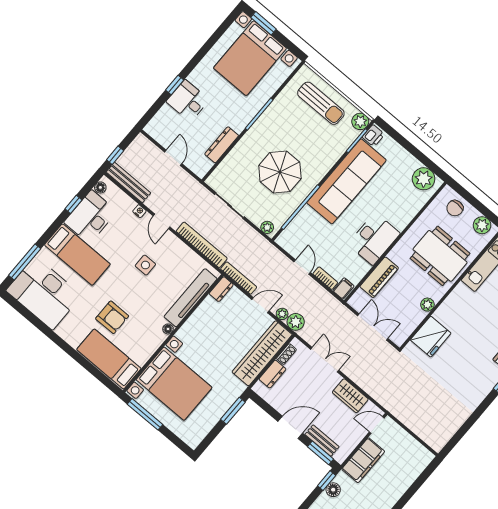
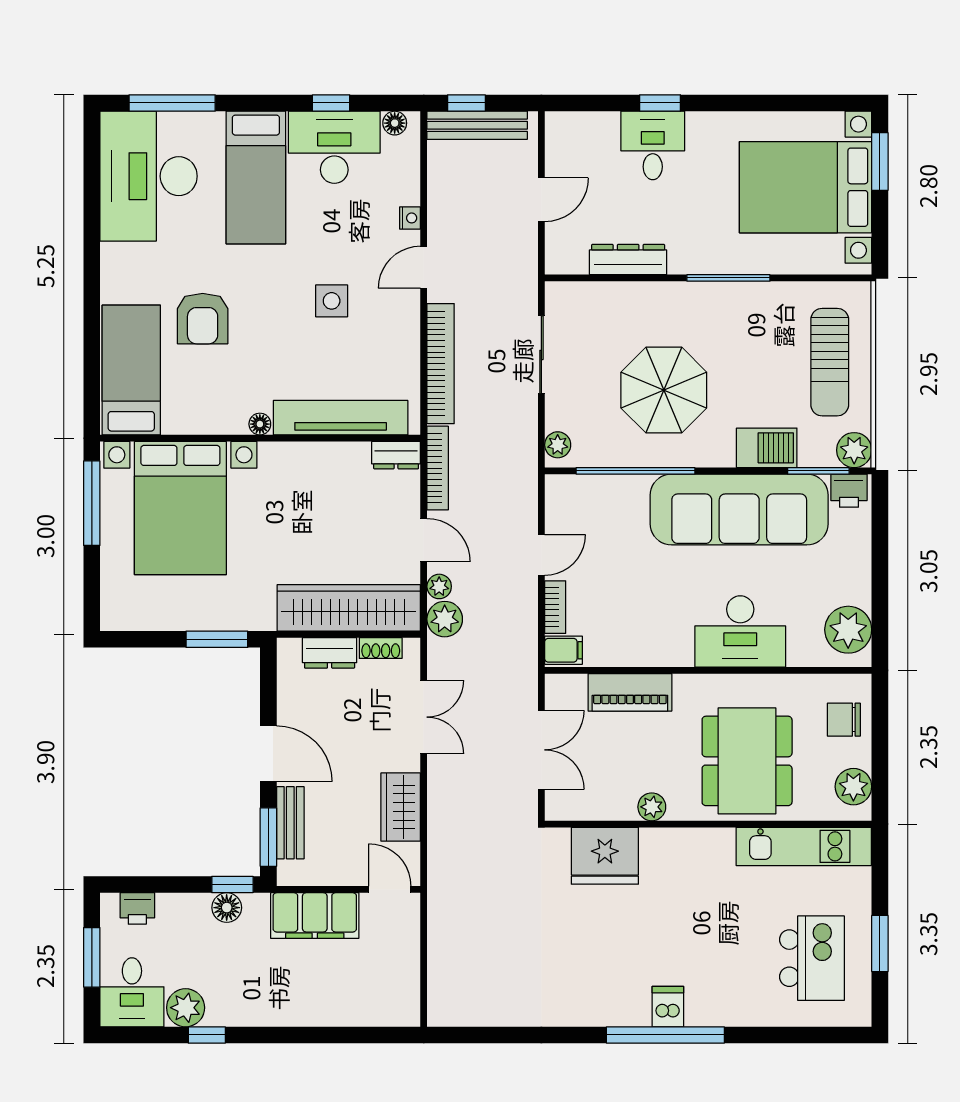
barbecue: (333, 152) -> (767, 448), added
bench: (128, 182) -> (477, 125), moved, turned 90
desk: (374, 239) -> (740, 631), moved

